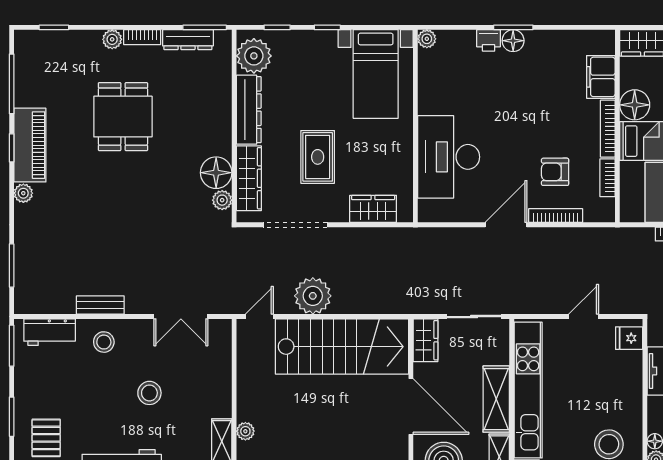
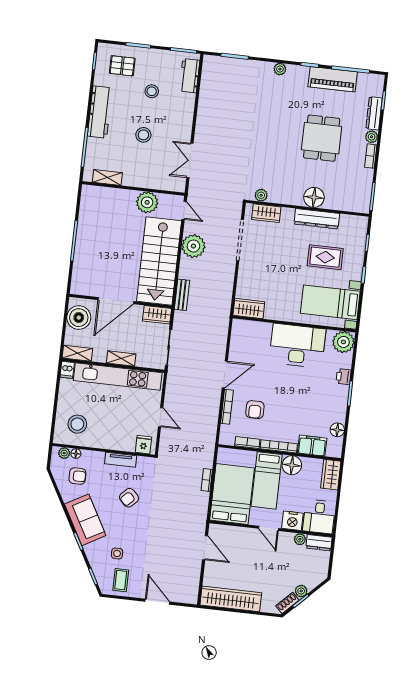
plant: (427, 39) -> (343, 342), width x1.88, depth x1.88
dresser: (188, 40) -> (374, 113), moved
floor lamp: (513, 41) -> (337, 430), moved
plant: (254, 56) -> (351, 226), removed
dining table: (123, 117) -> (322, 138), turned 90
piano: (30, 145) -> (333, 79), moved
rug: (318, 157) -> (325, 257), moved
desk: (449, 157) -> (297, 346), moved
armchair: (555, 172) -> (255, 410), turned 180
floor lamp: (216, 173) -> (314, 197), moved
wardrobe: (249, 178) -> (266, 213), width x0.67
wardrobe: (373, 209) -> (249, 308), moved, turned -90
door: (506, 225) -> (225, 374), hinge flipped
bench: (100, 305) -> (182, 295), moved
stool: (104, 342) -> (152, 91), moved
shelving: (496, 399) -> (121, 358), width x0.67, depth x0.75
plant: (245, 431) -> (147, 202), moved, width x1.87, depth x1.87

